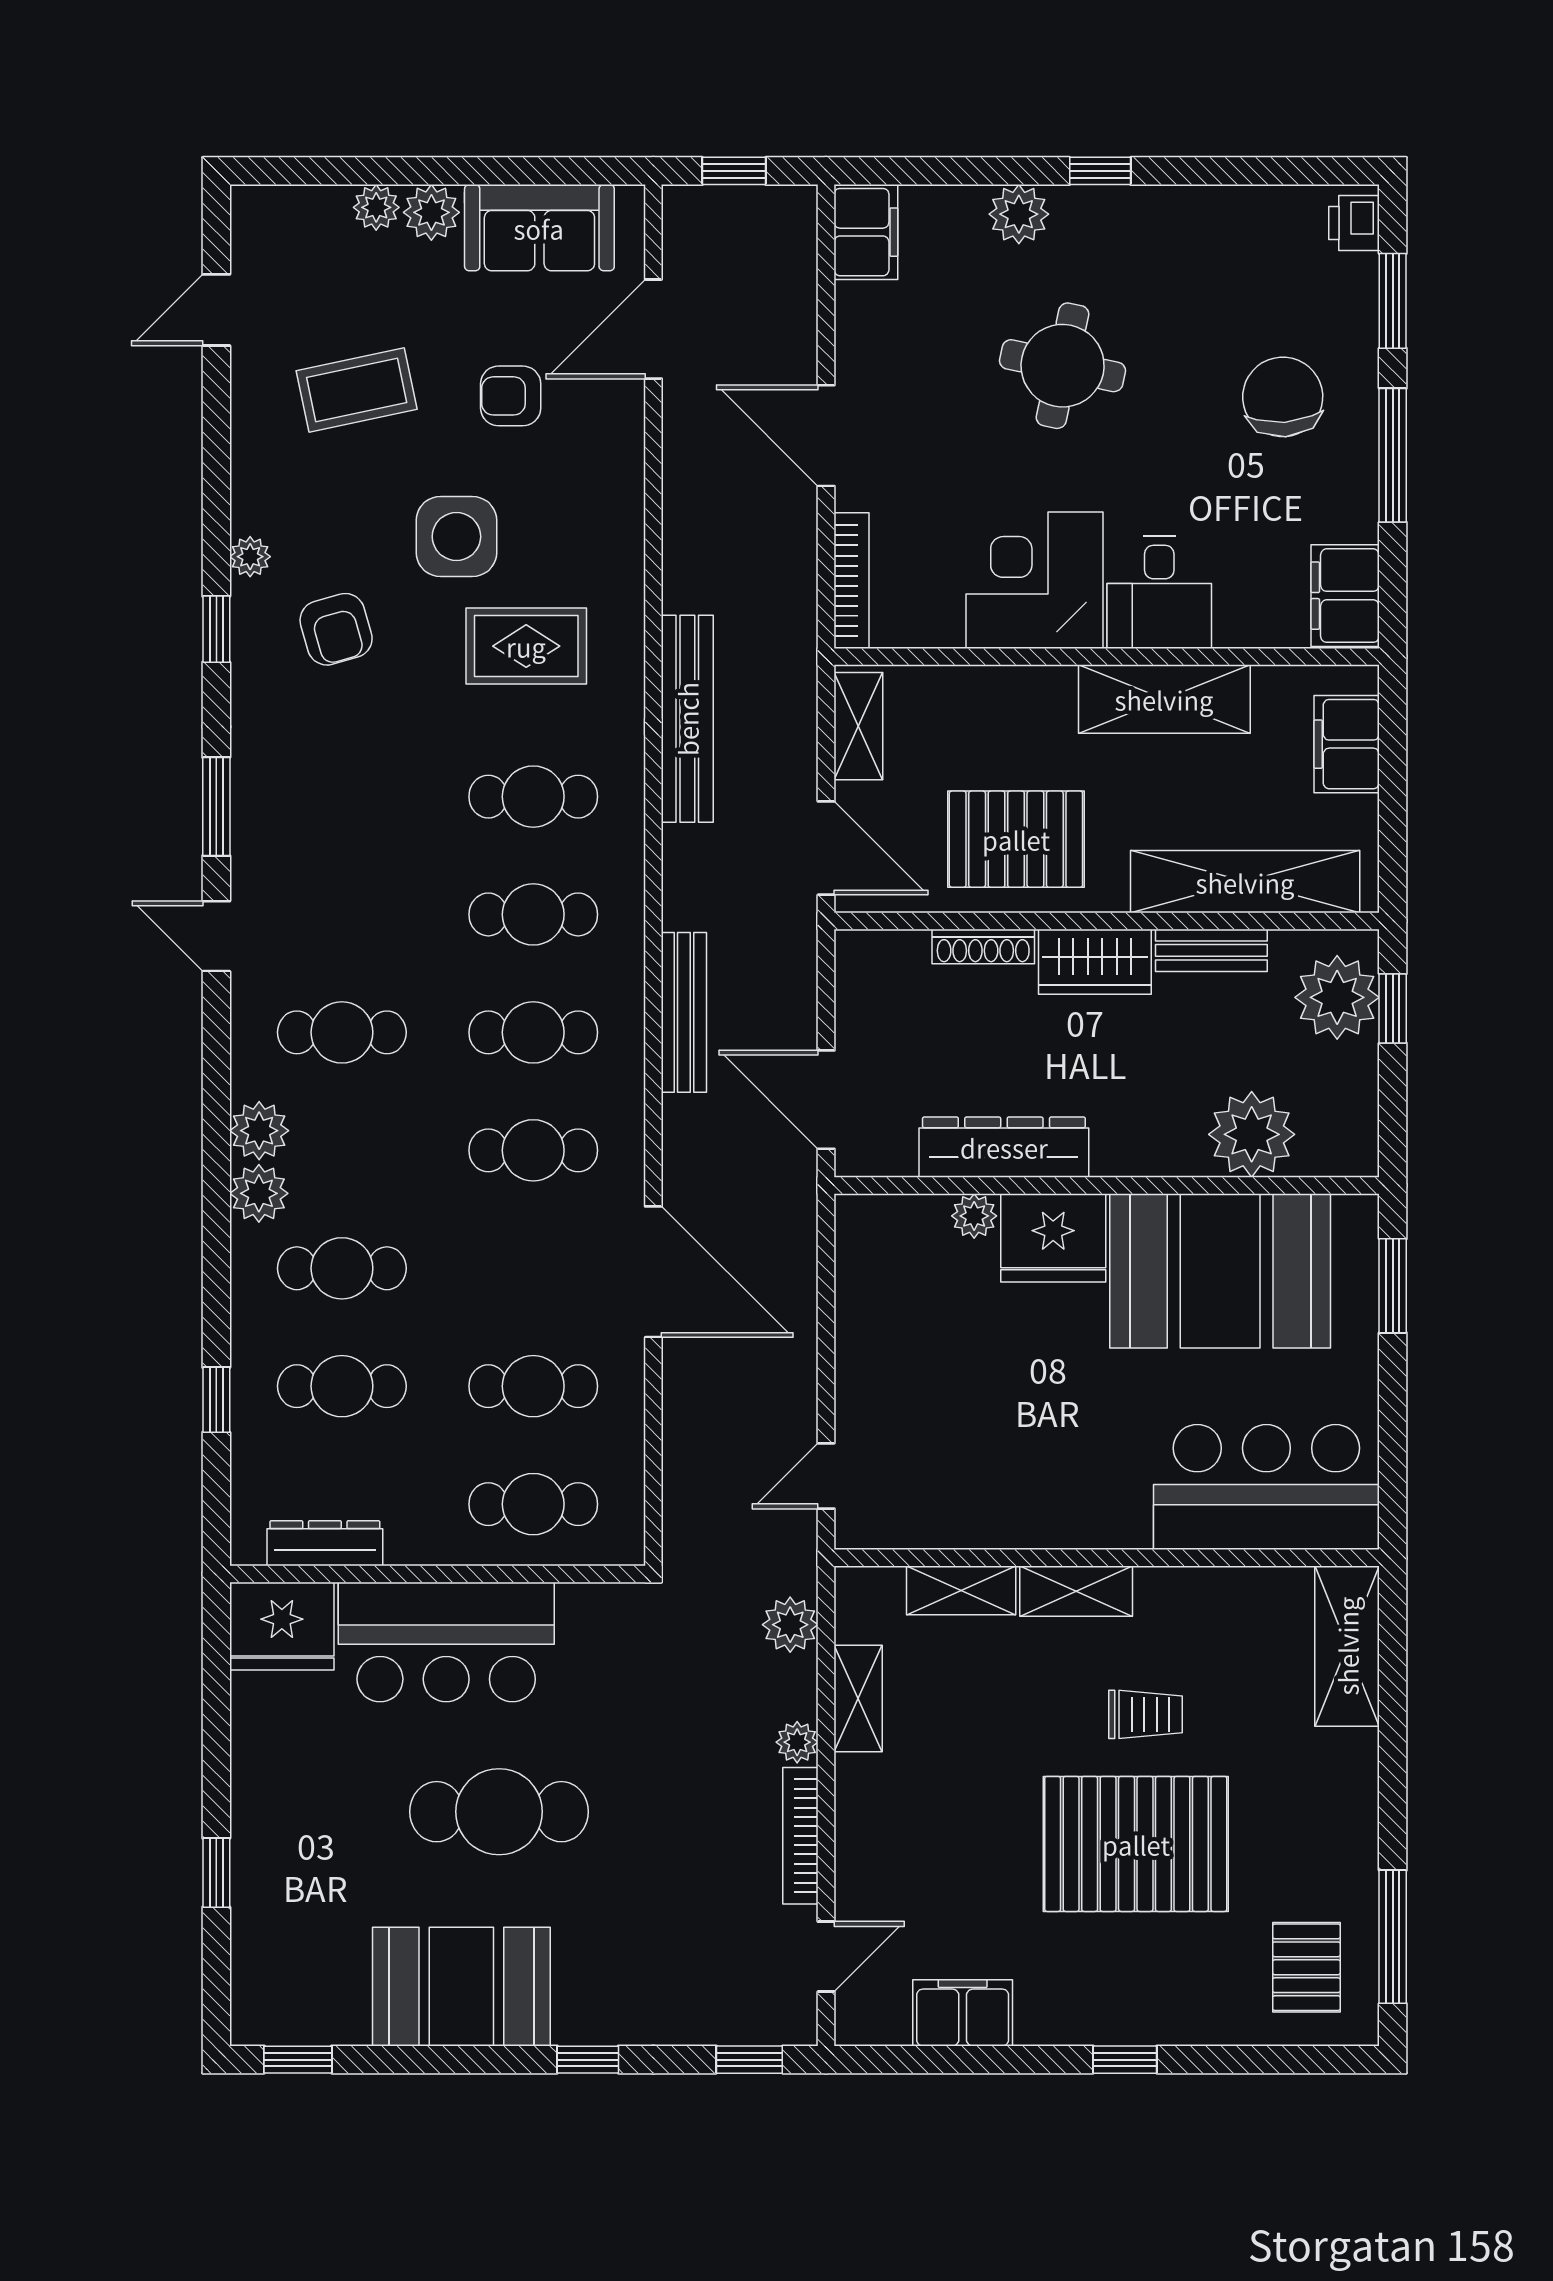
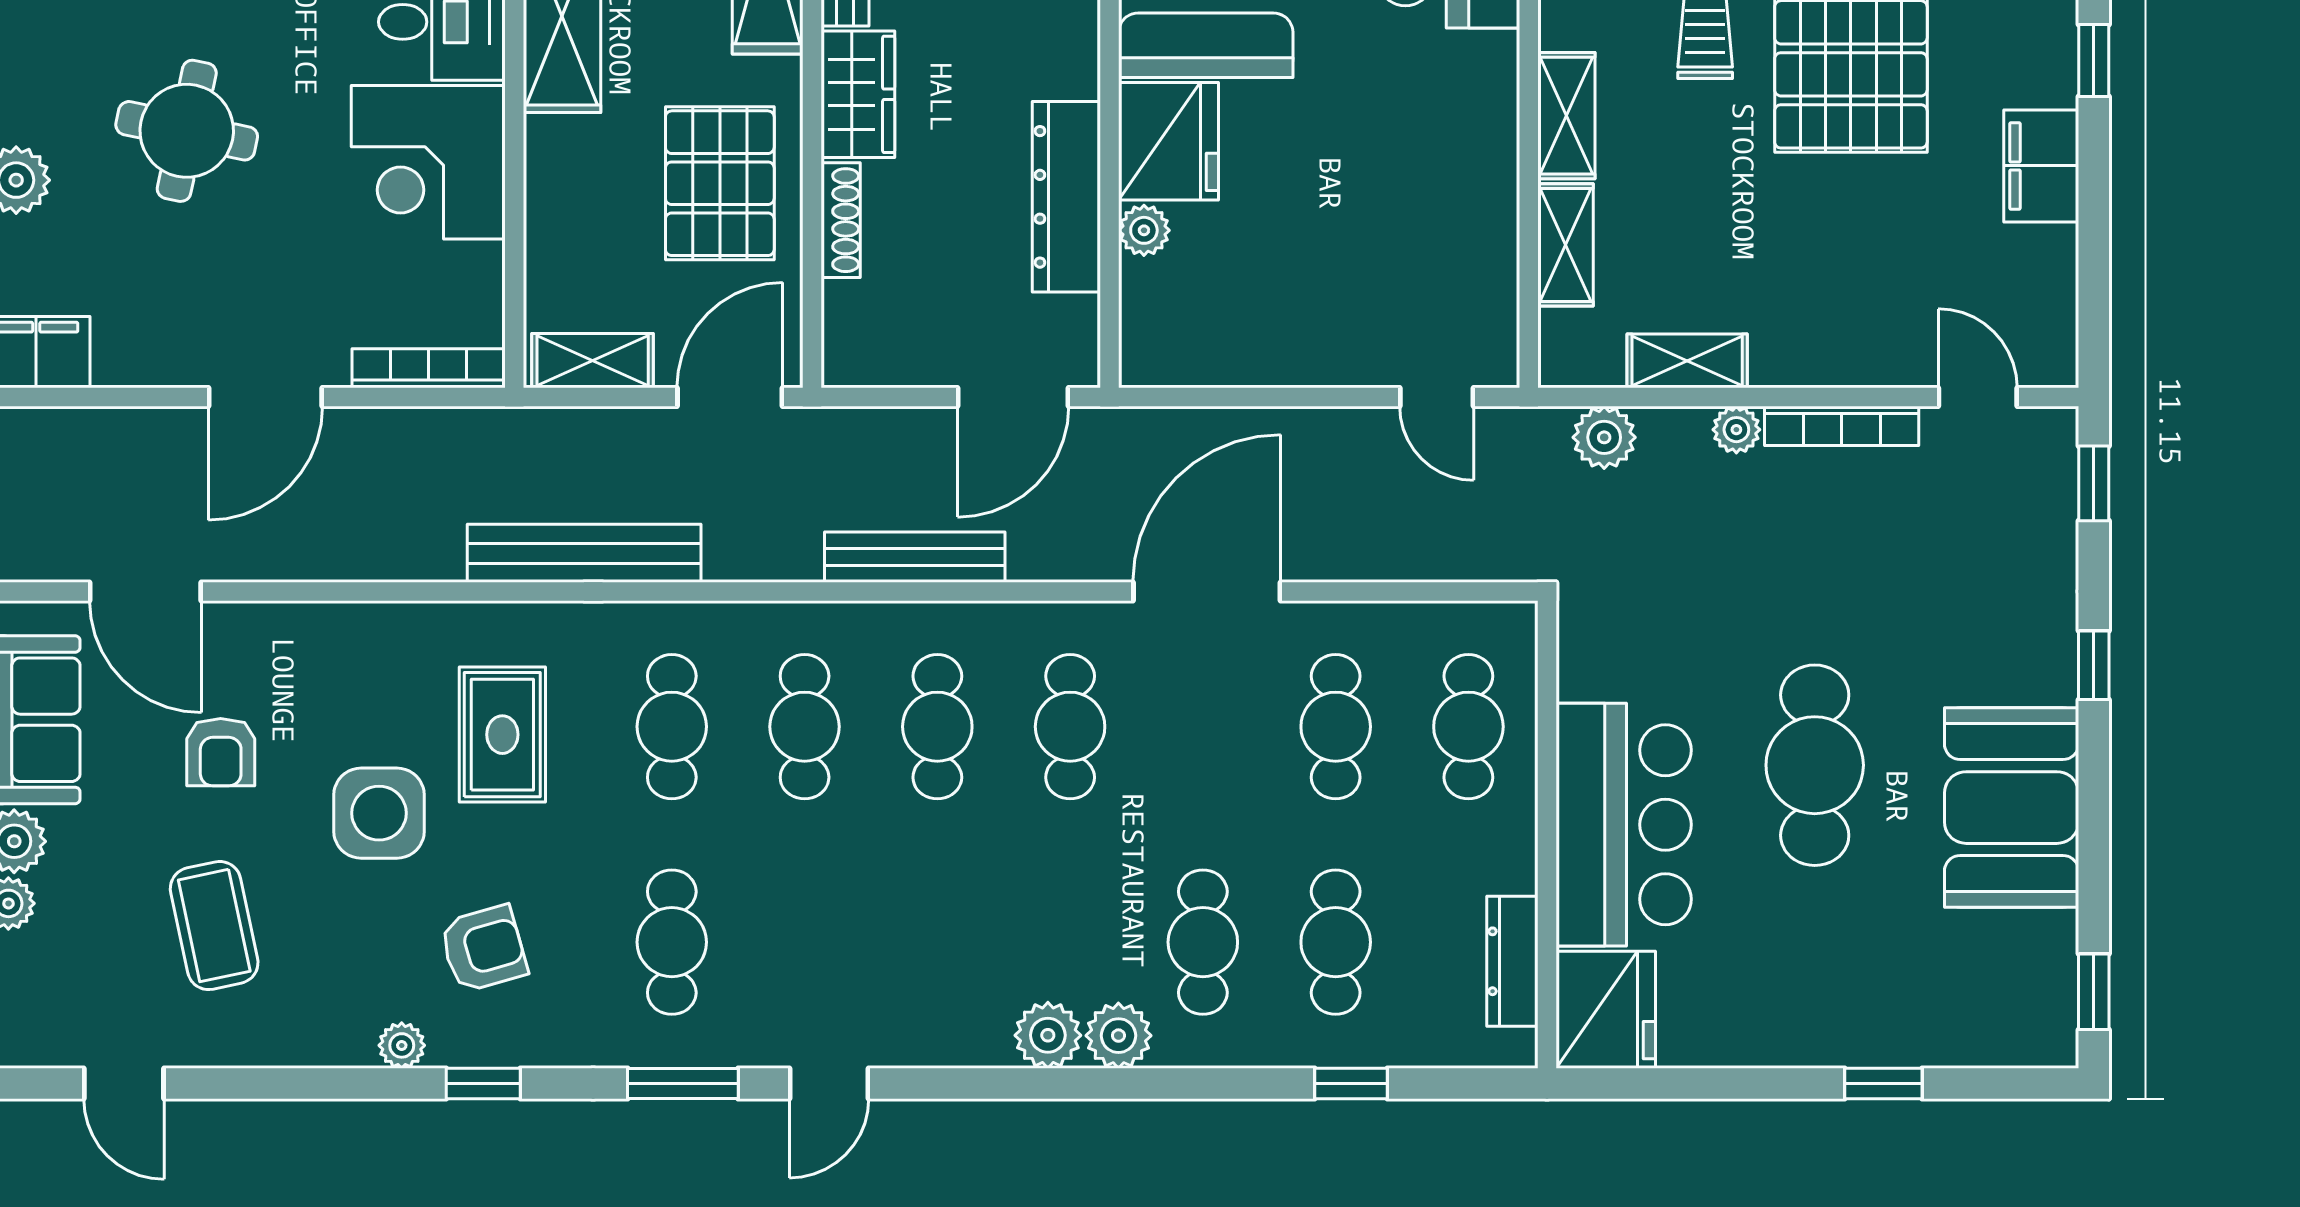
cafe table: (342, 1032) -> (672, 942), moved
filing cabinet: (963, 2013) -> (2041, 166), moved

